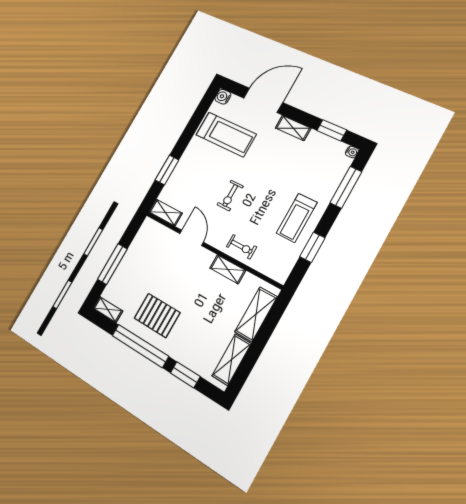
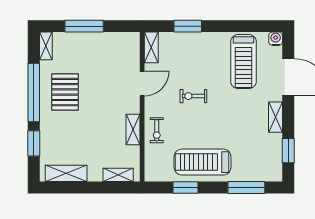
water cooler: (352, 152) -> (278, 177), removed
treadmill: (297, 218) -> (203, 162), width x1.37, depth x1.38
shelving: (256, 314) -> (118, 175), width x0.67, depth x0.75

